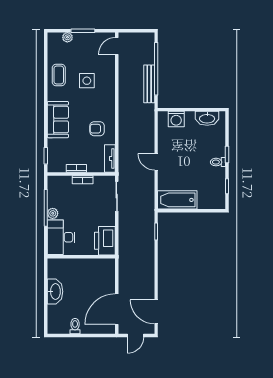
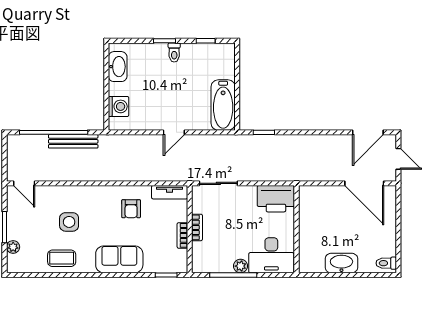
toilet: (75, 326) -> (386, 263), moved

